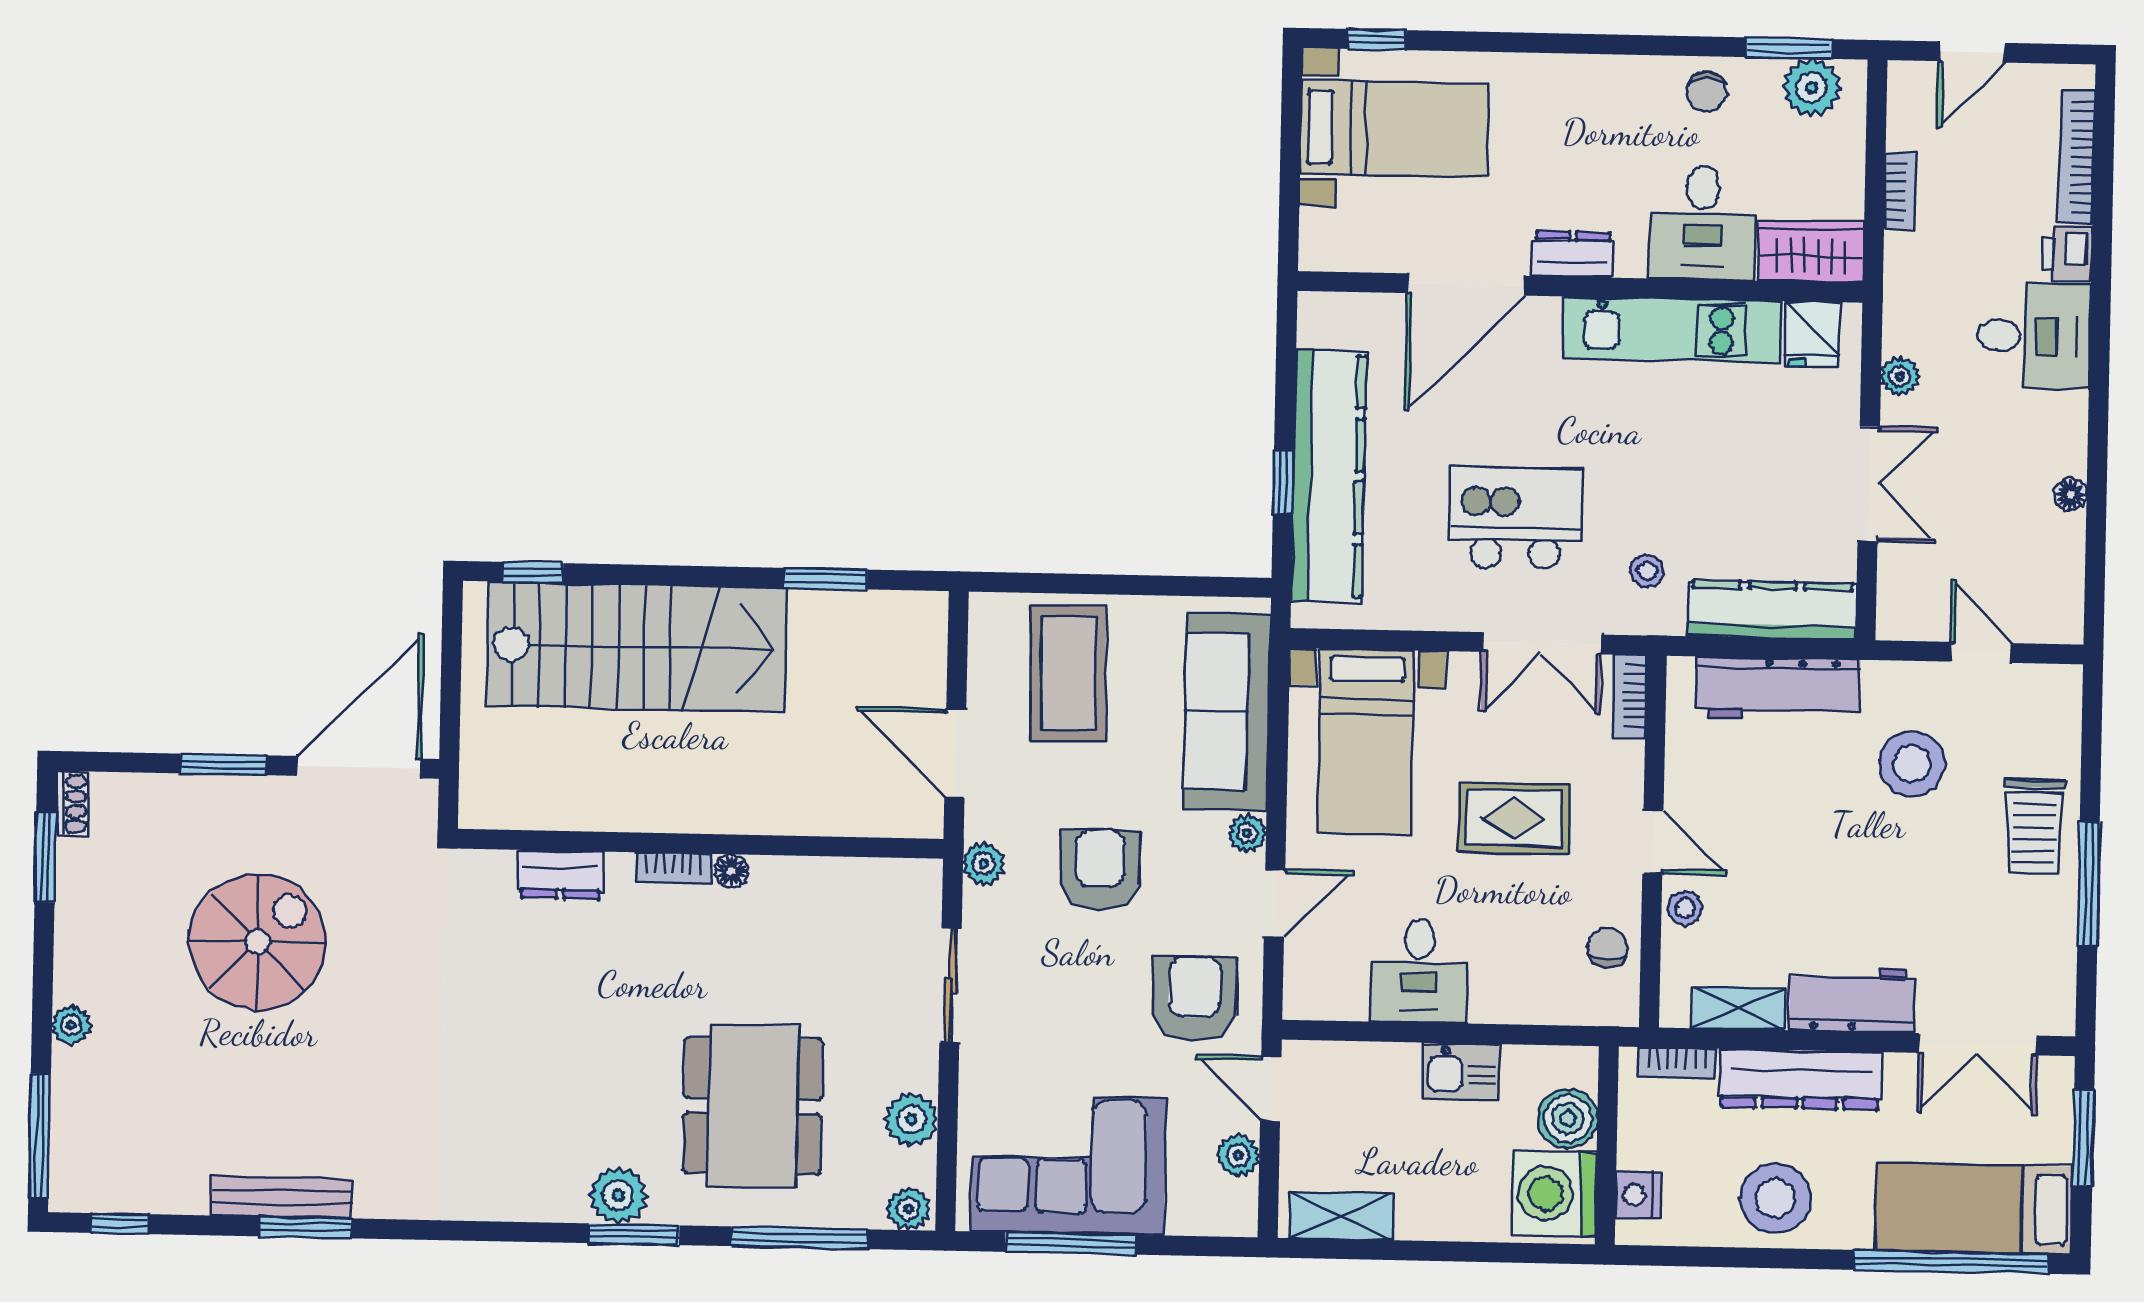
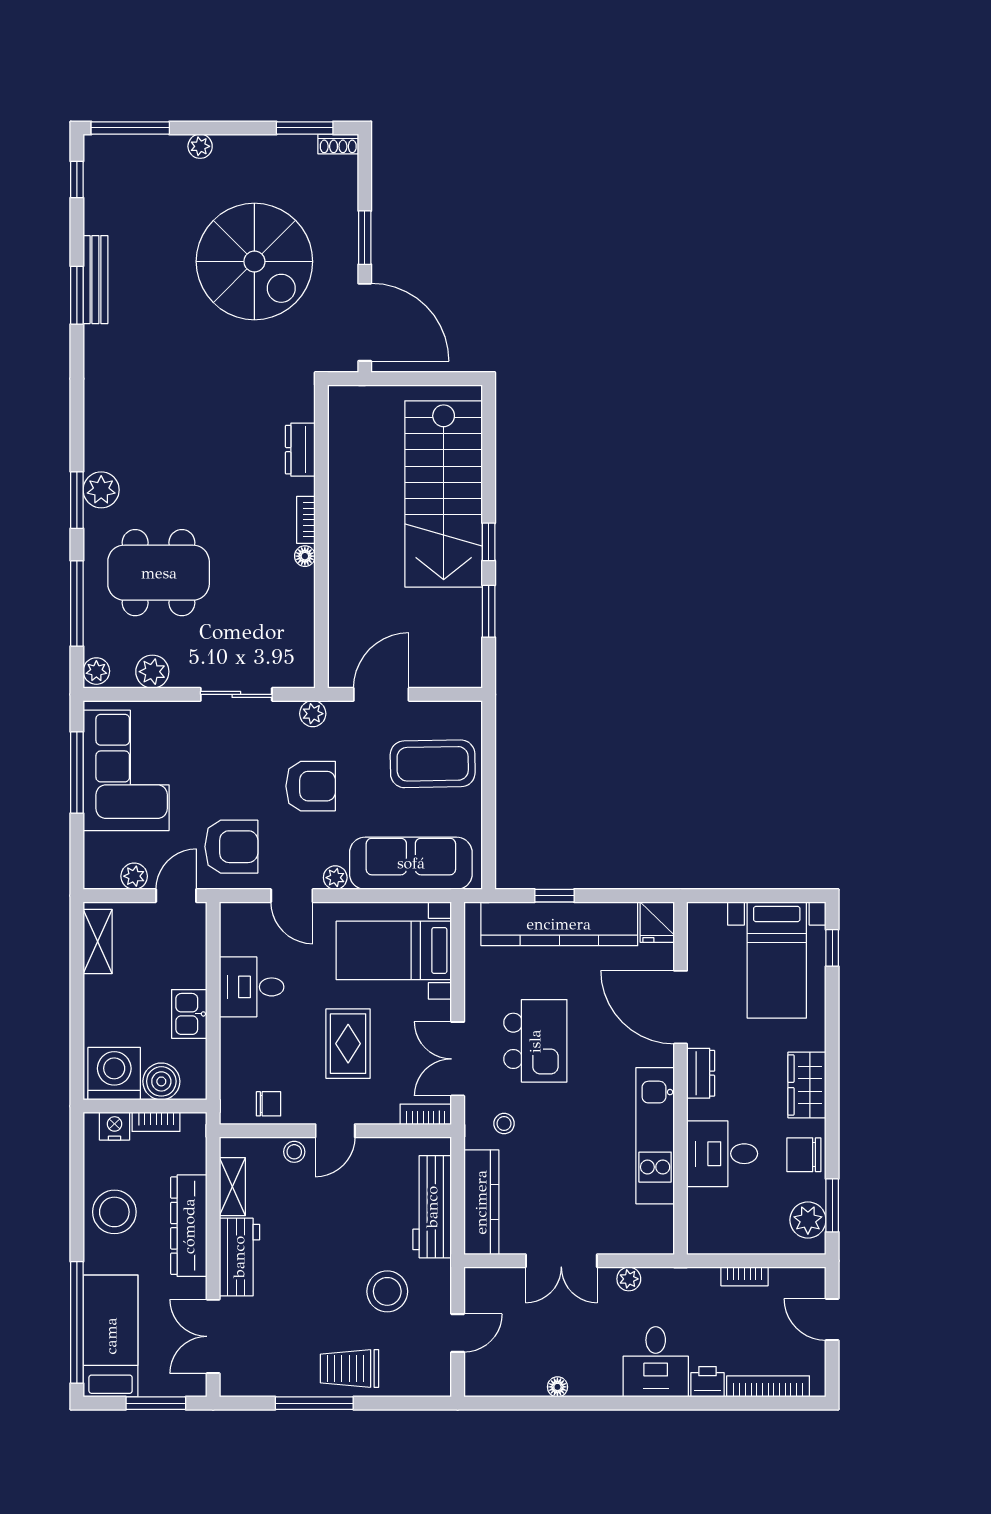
chair: (1707, 92) -> (804, 1155), width x1.37, depth x1.37
wardrobe: (1811, 251) -> (807, 1085), moved, turned 180
fridge: (1812, 334) -> (657, 922), moved, turned -90
window: (533, 572) -> (489, 542), moved
spiral stairs: (258, 942) -> (254, 261), width x1.37, depth x1.37
bookcase: (1677, 1063) -> (156, 1122), moved, turned -90

